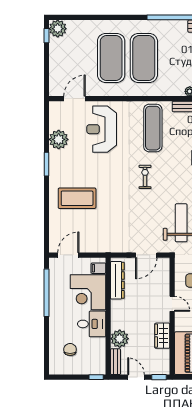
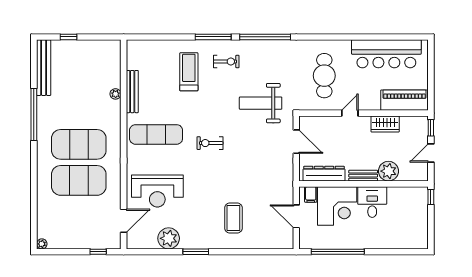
plant: (58, 29) -> (42, 244), width x0.53, depth x0.53
window: (46, 36) -> (98, 252), moved
door: (75, 99) -> (124, 221), swing flipped
coffee table: (77, 198) -> (233, 218), width x0.73, depth x0.76
door: (68, 255) -> (296, 216), moved
chair: (70, 350) -> (400, 226), removed
bench: (116, 362) -> (363, 176), moved

